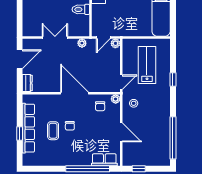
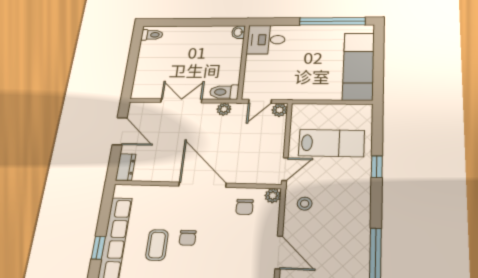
toilet: (81, 9) -> (224, 92), moved
door: (20, 59) -> (120, 131), hinge flipped
lab bench: (147, 65) -> (331, 143), turned 90

